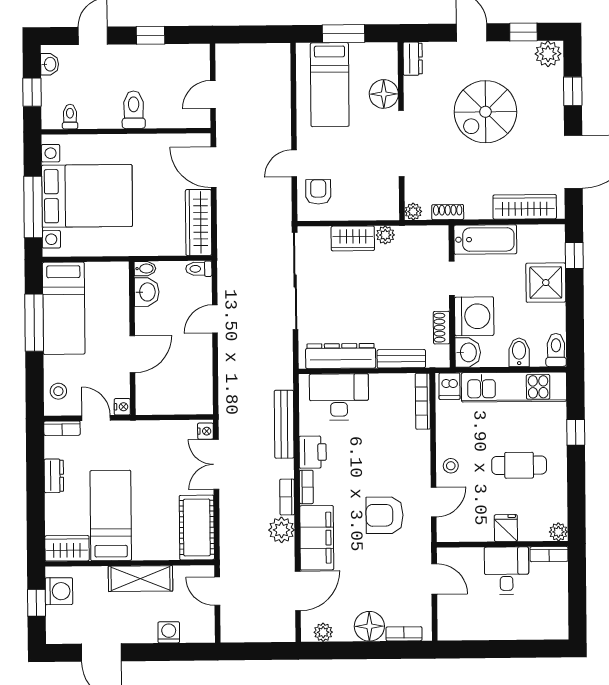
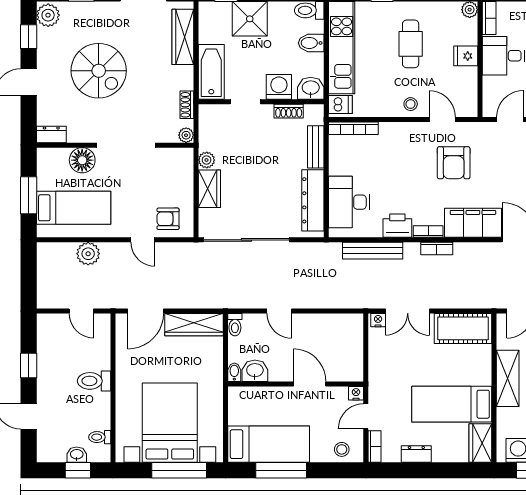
washbasin: (50, 64) -> (77, 455), moved
washing machine: (474, 316) -> (279, 87), width x0.73, depth x0.73
plant: (282, 530) -> (88, 254), moved

